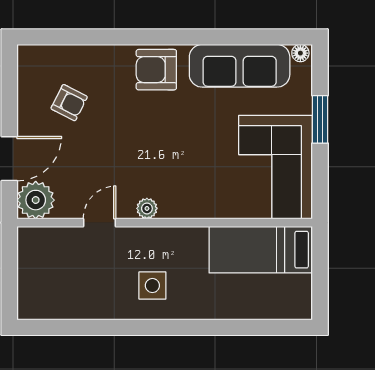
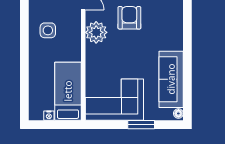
armchair: (156, 70) -> (129, 18), moved
plant: (147, 208) -> (96, 32), width x1.88, depth x1.88
nightstand: (304, 284) -> (49, 116), added

